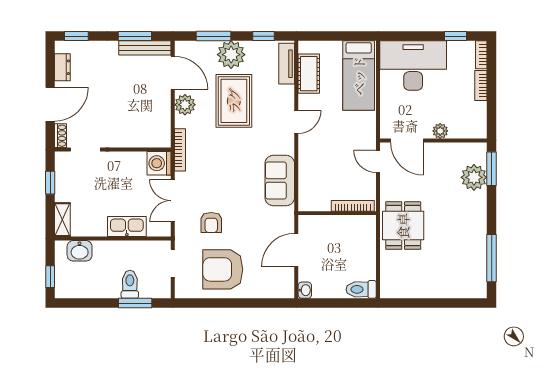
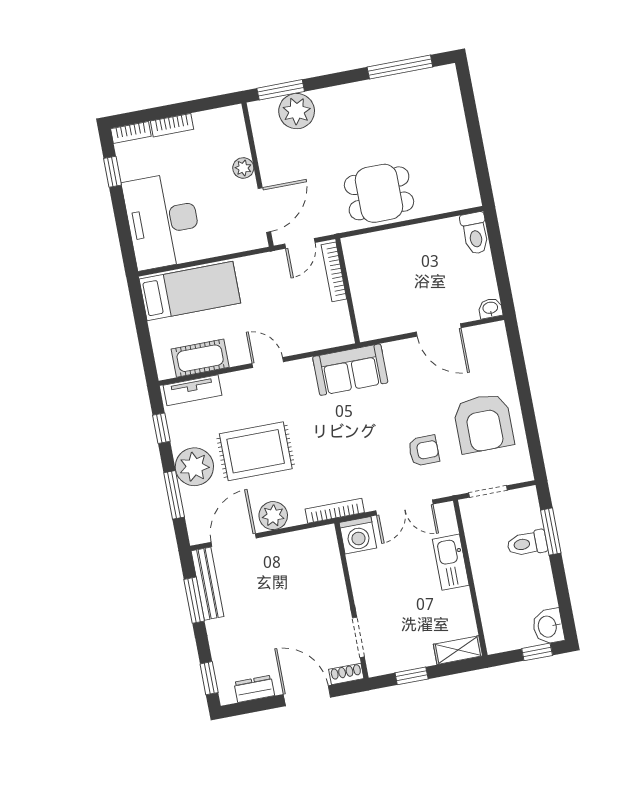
bookcase: (353, 206) -> (334, 272), moved
wall: (337, 213) -> (348, 291), moved
washbasin: (80, 251) -> (548, 626), moved, turned 180

